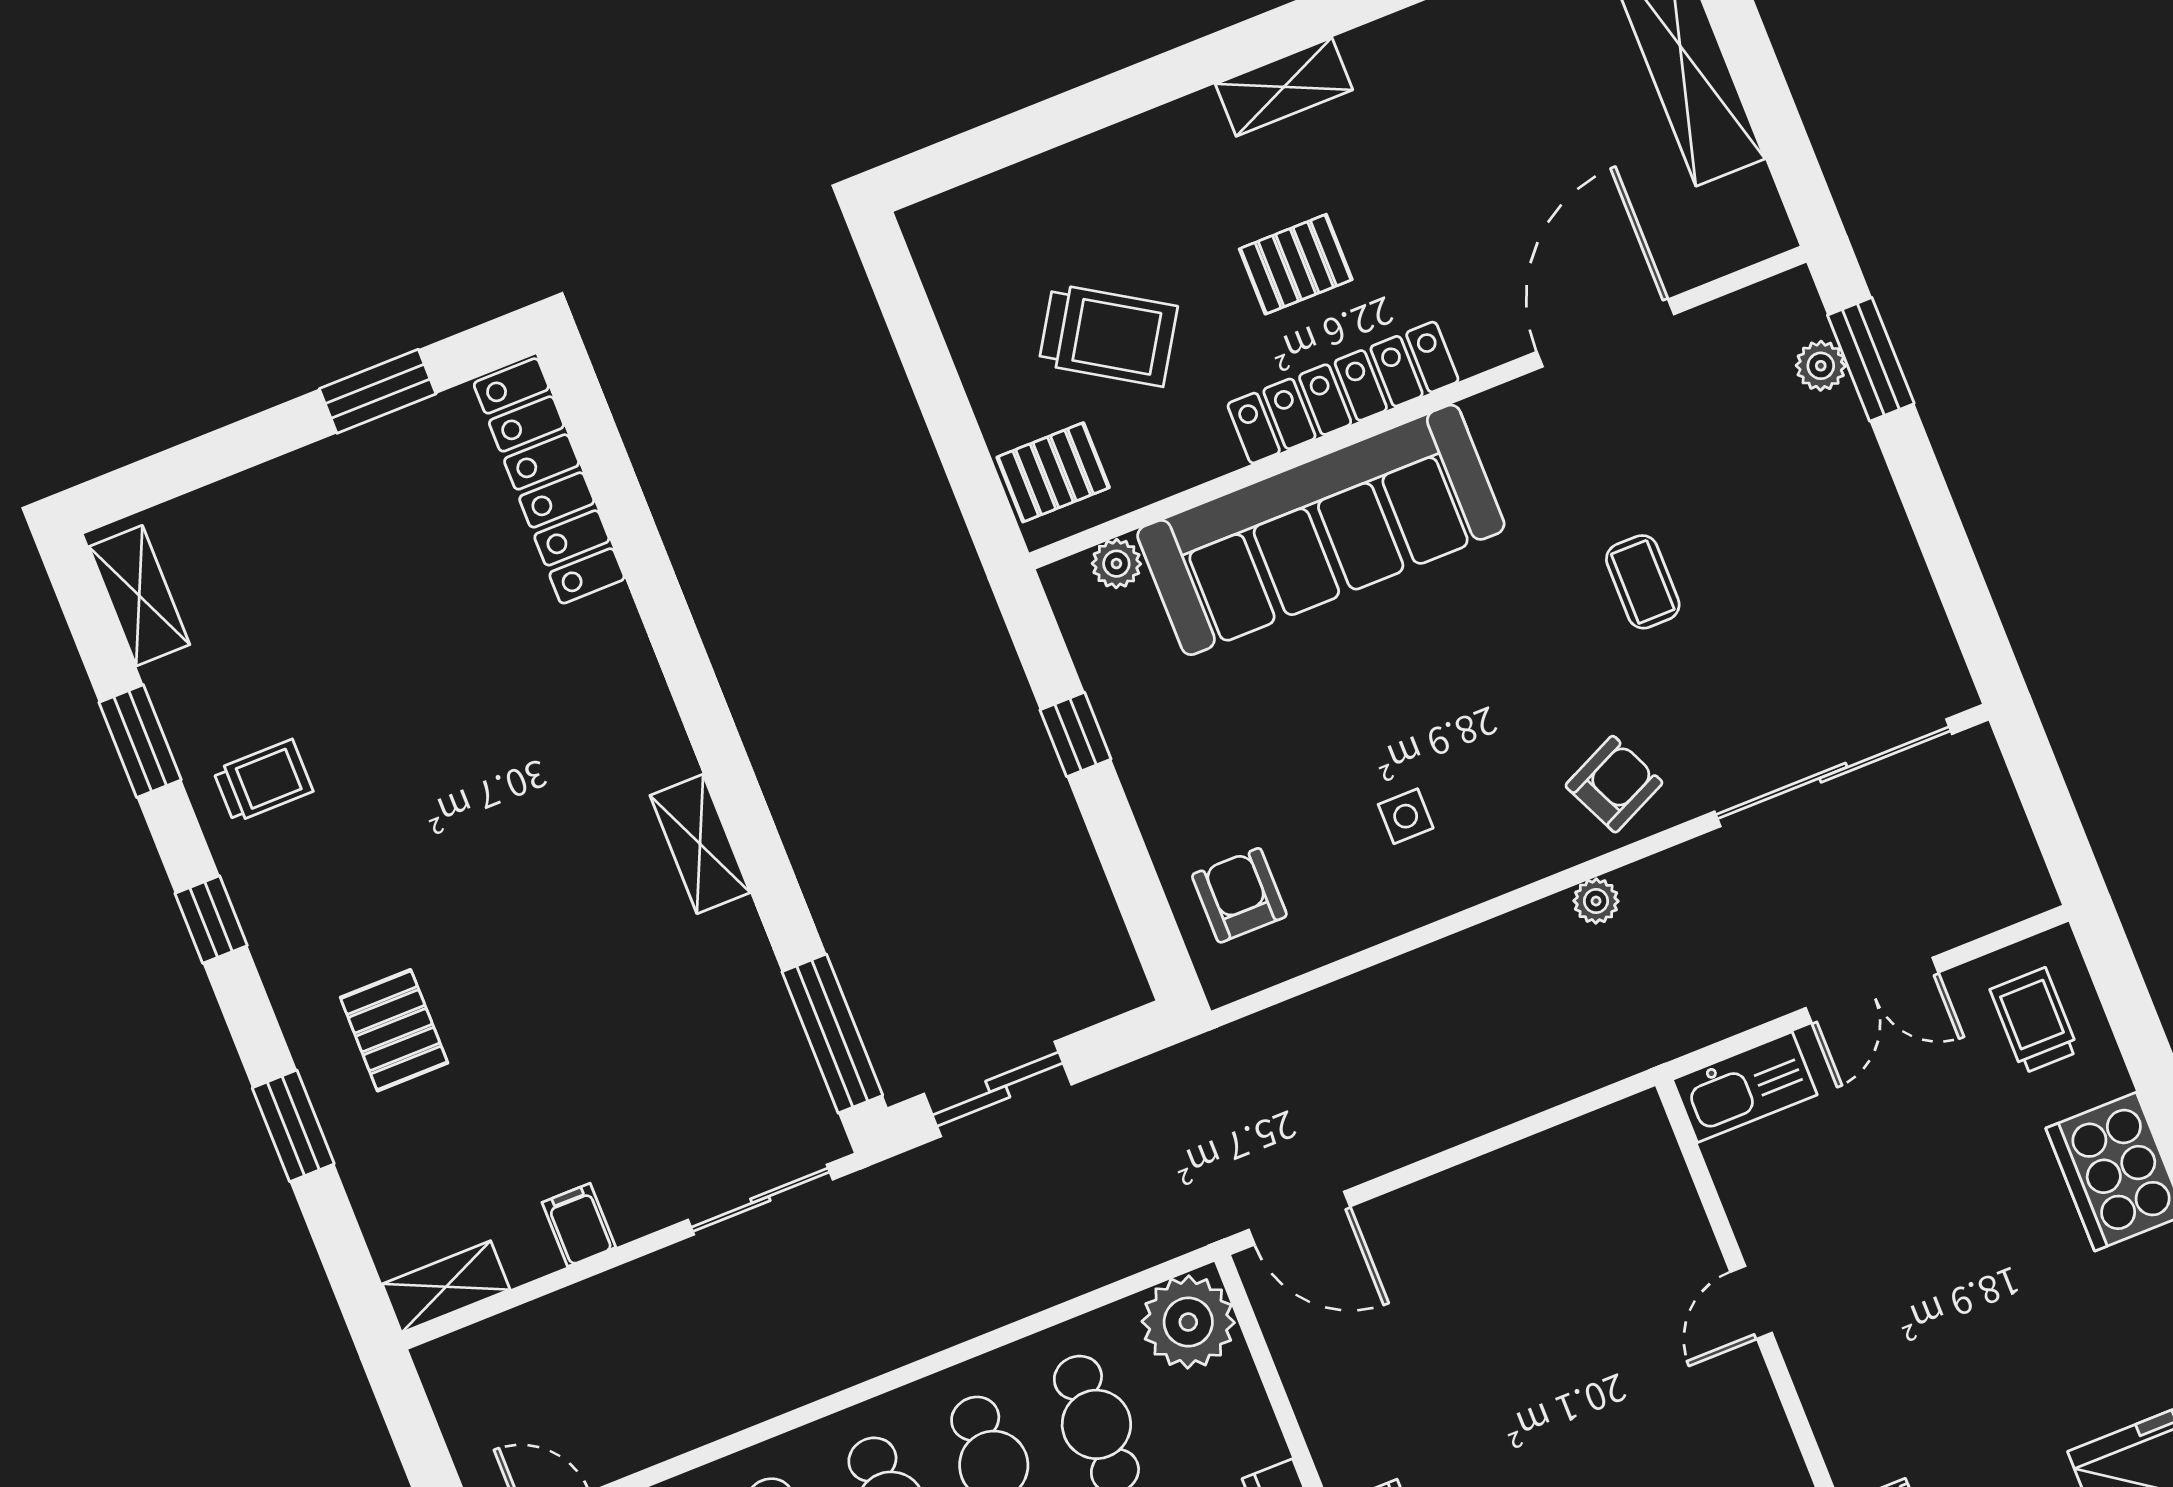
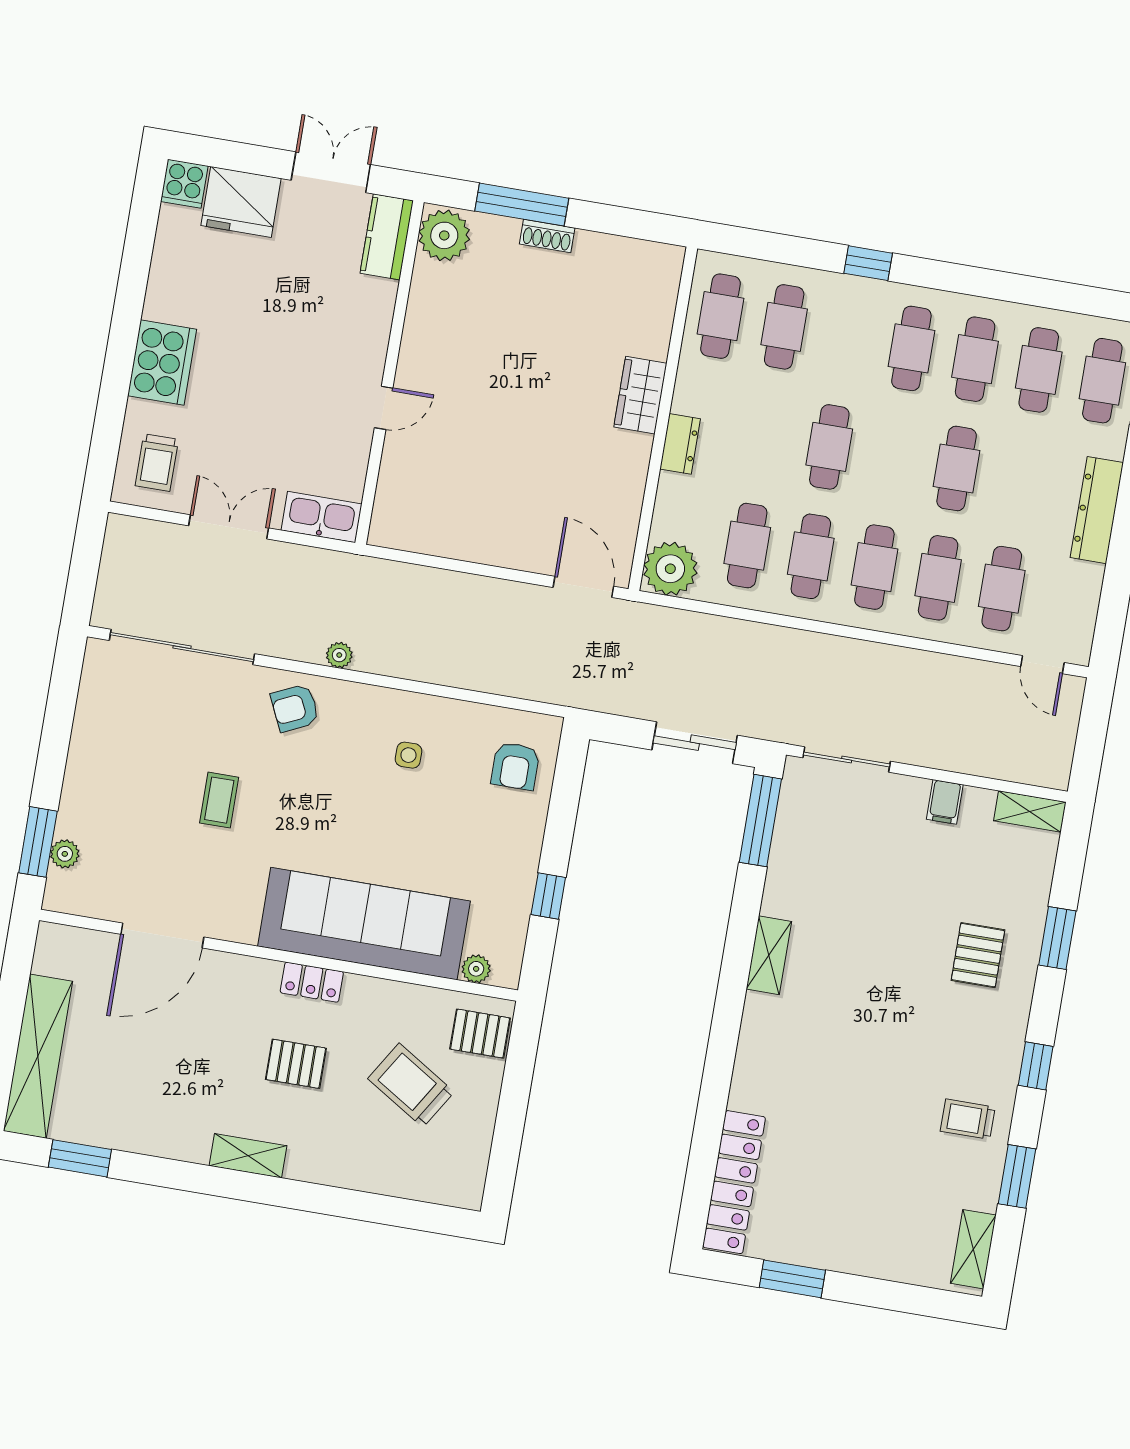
locker: (1343, 393) -> (312, 982), width x0.46, depth x0.83

